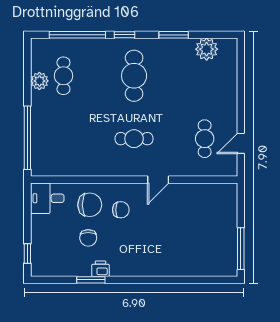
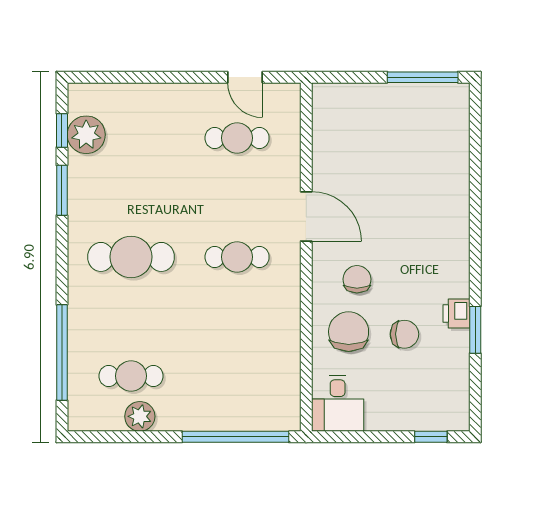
window: (125, 35) -> (62, 130), moved
cafe table: (134, 139) -> (237, 257), turned 90
door: (158, 180) -> (306, 216), width x1.38

